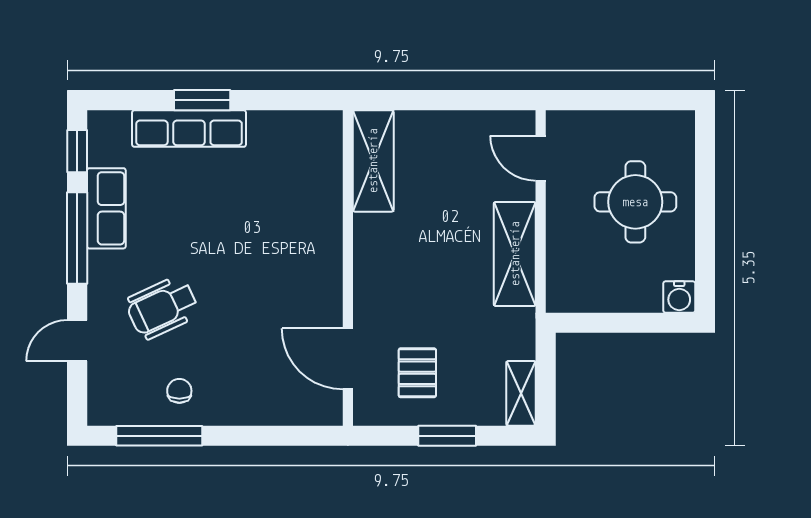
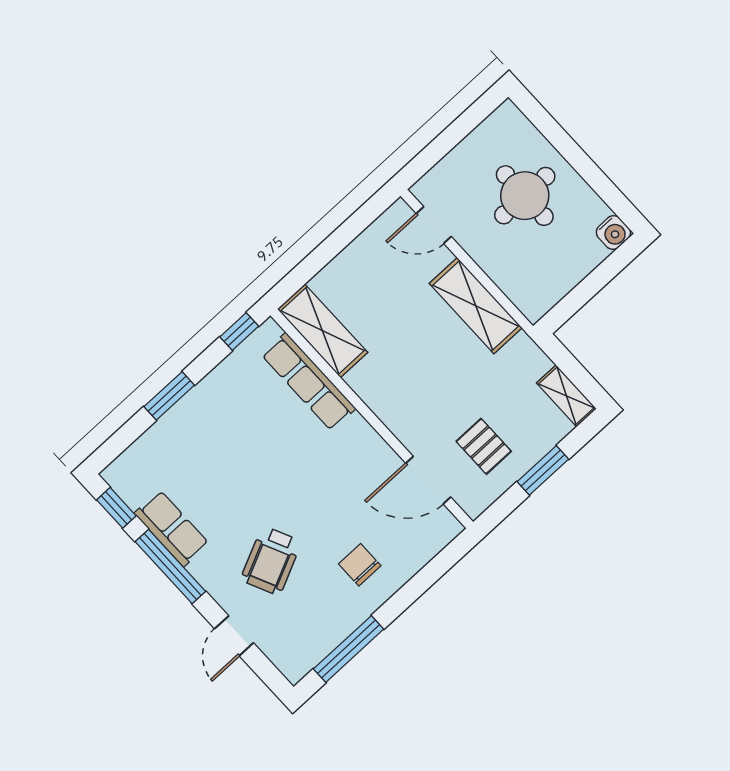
window: (306, 100) -> (239, 331), added
row of seats: (189, 129) -> (309, 382), moved, turned 90
chair: (179, 391) -> (360, 565), moved, width x1.37, depth x1.37

